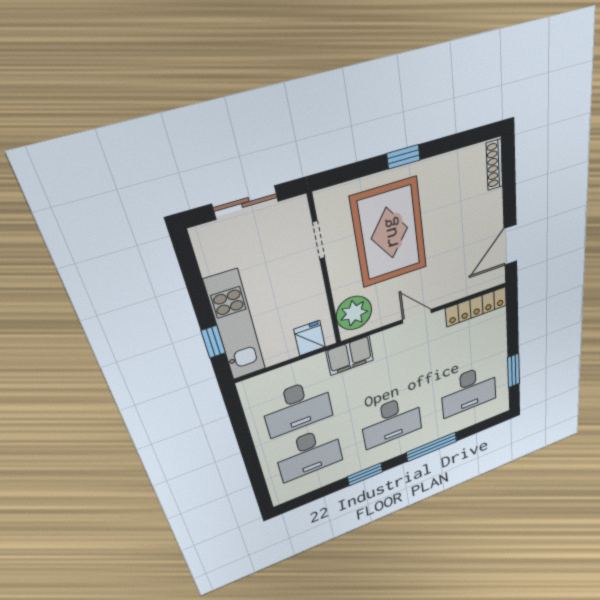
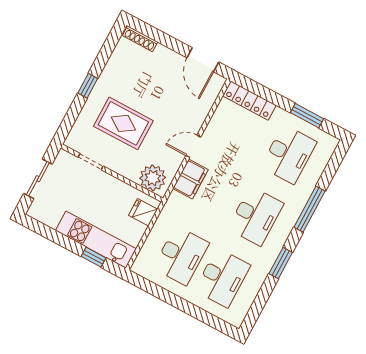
rug: (389, 233) -> (123, 123), width x0.73, depth x0.69
locker: (476, 307) -> (249, 101), moved, turned 90
filing cabinet: (350, 356) -> (190, 179), moved

